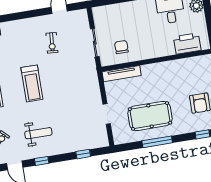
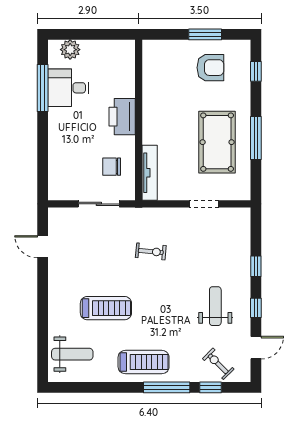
exercise bike: (52, 43) -> (151, 251), moved
printer: (187, 44) -> (122, 117), moved
treadmill: (32, 83) -> (106, 308), moved
window: (83, 154) -> (256, 266), moved

